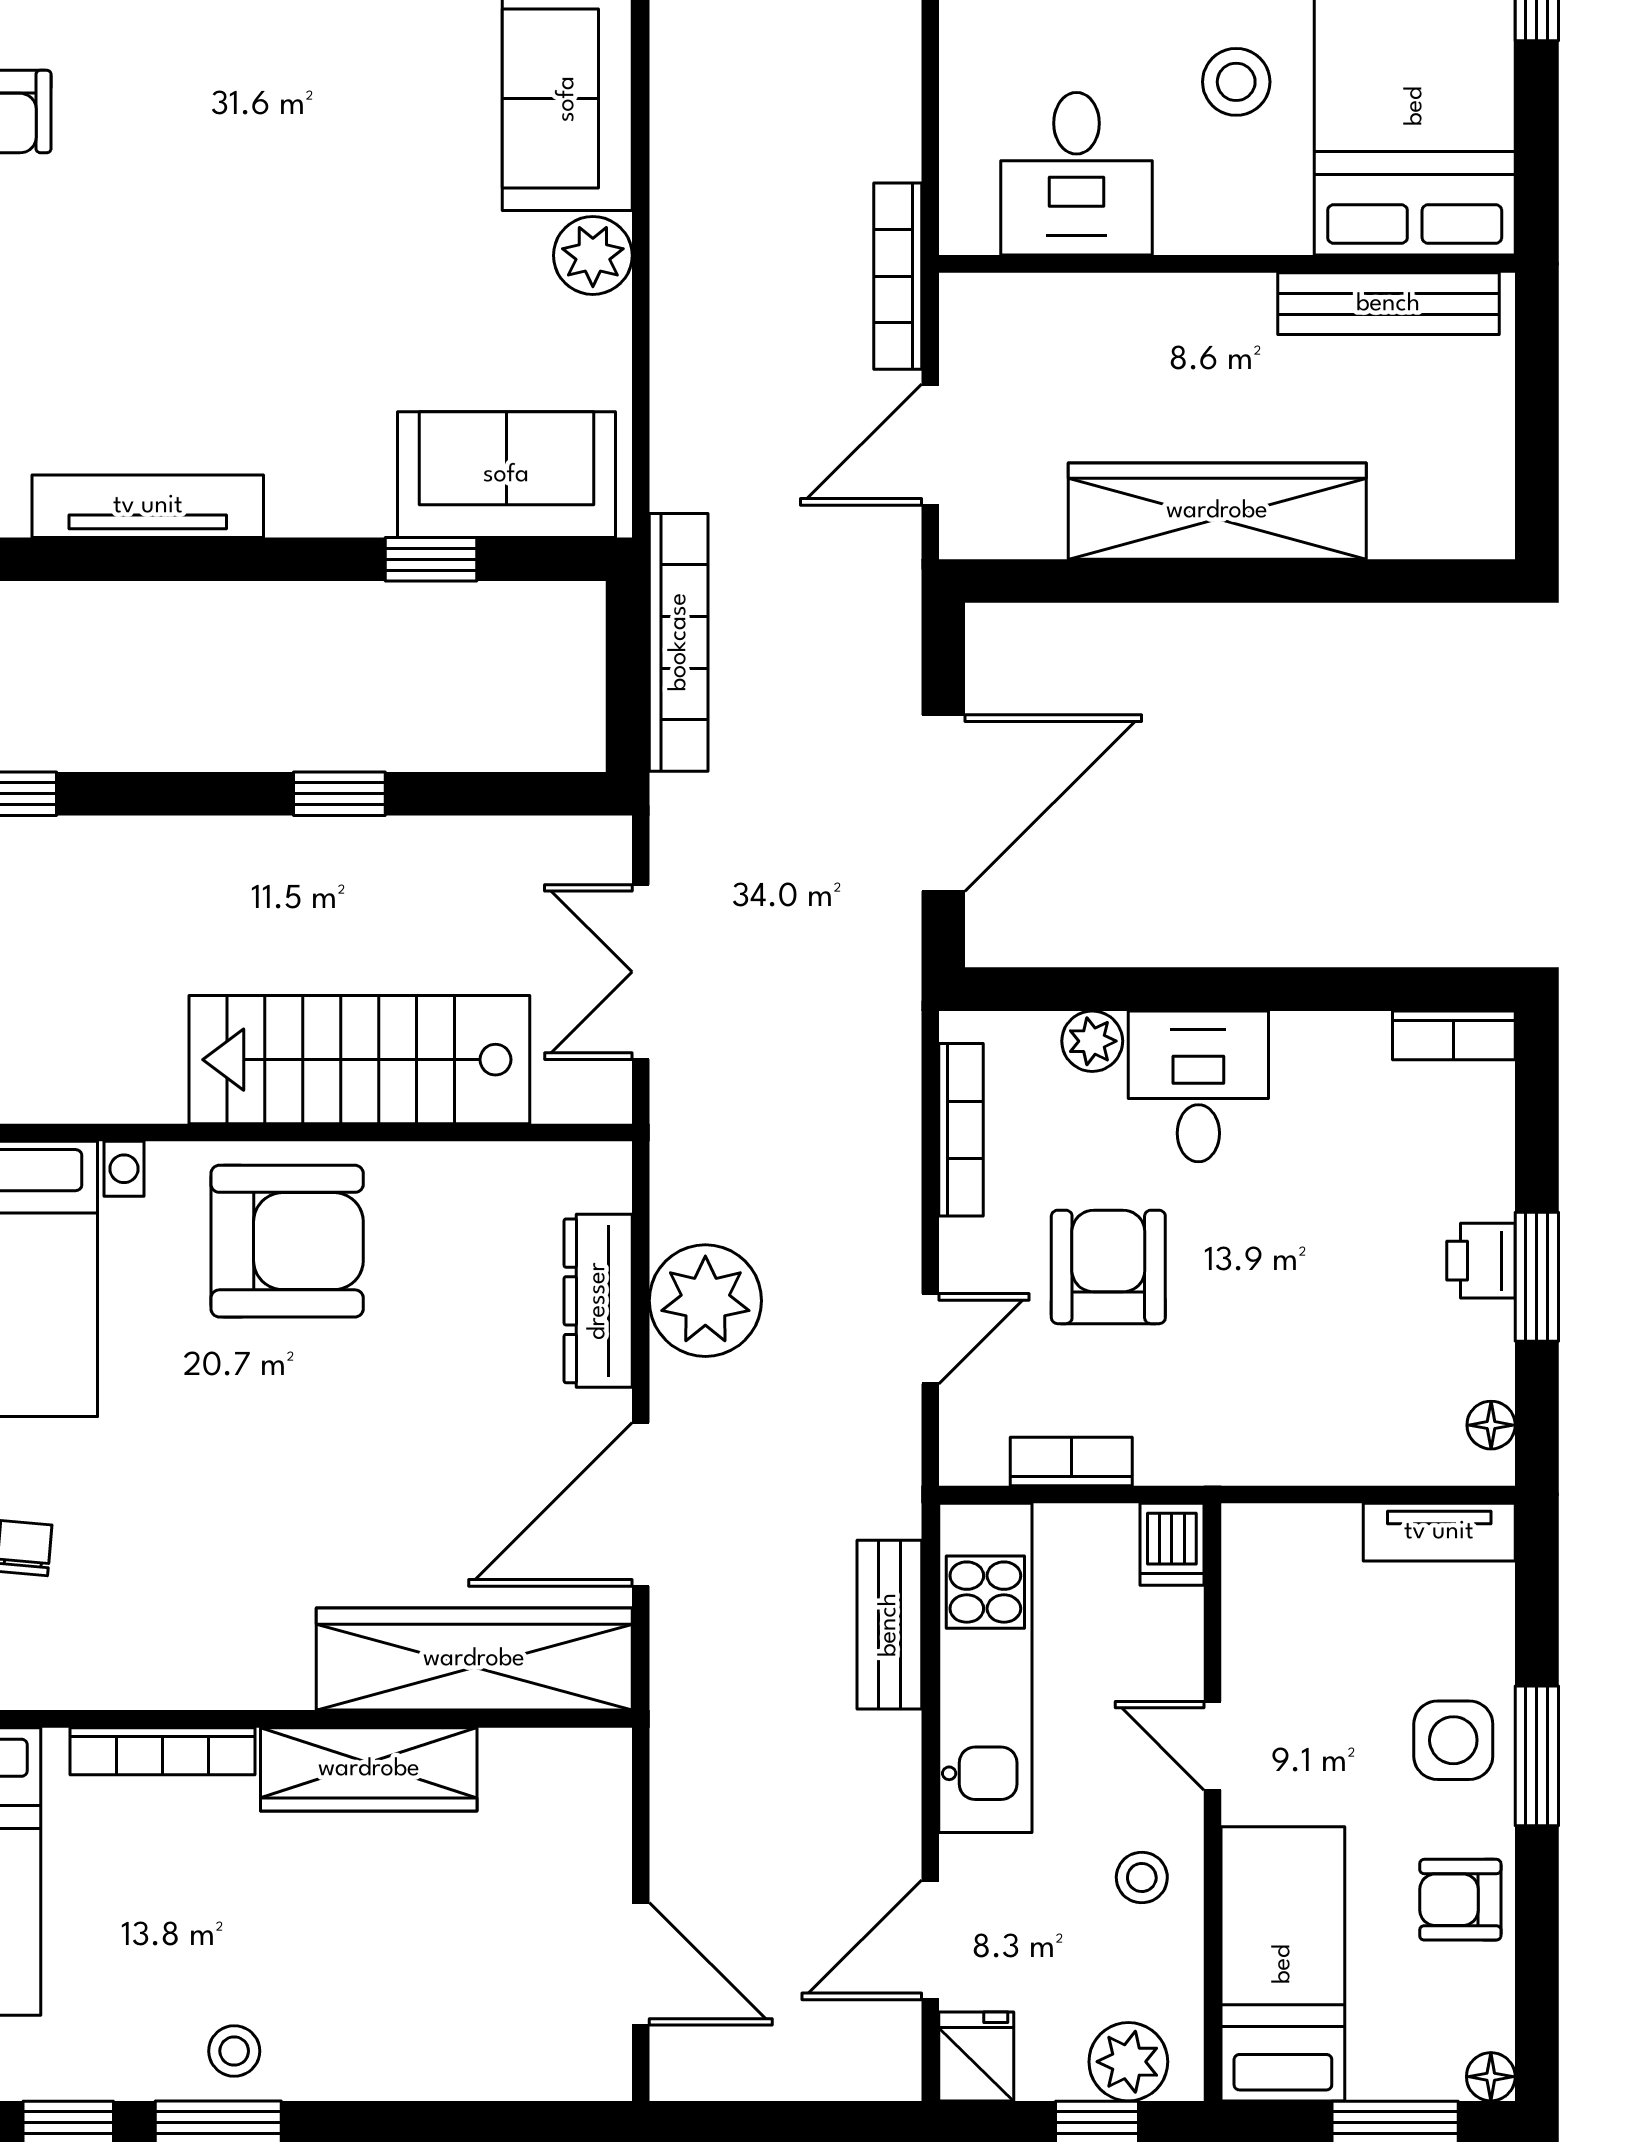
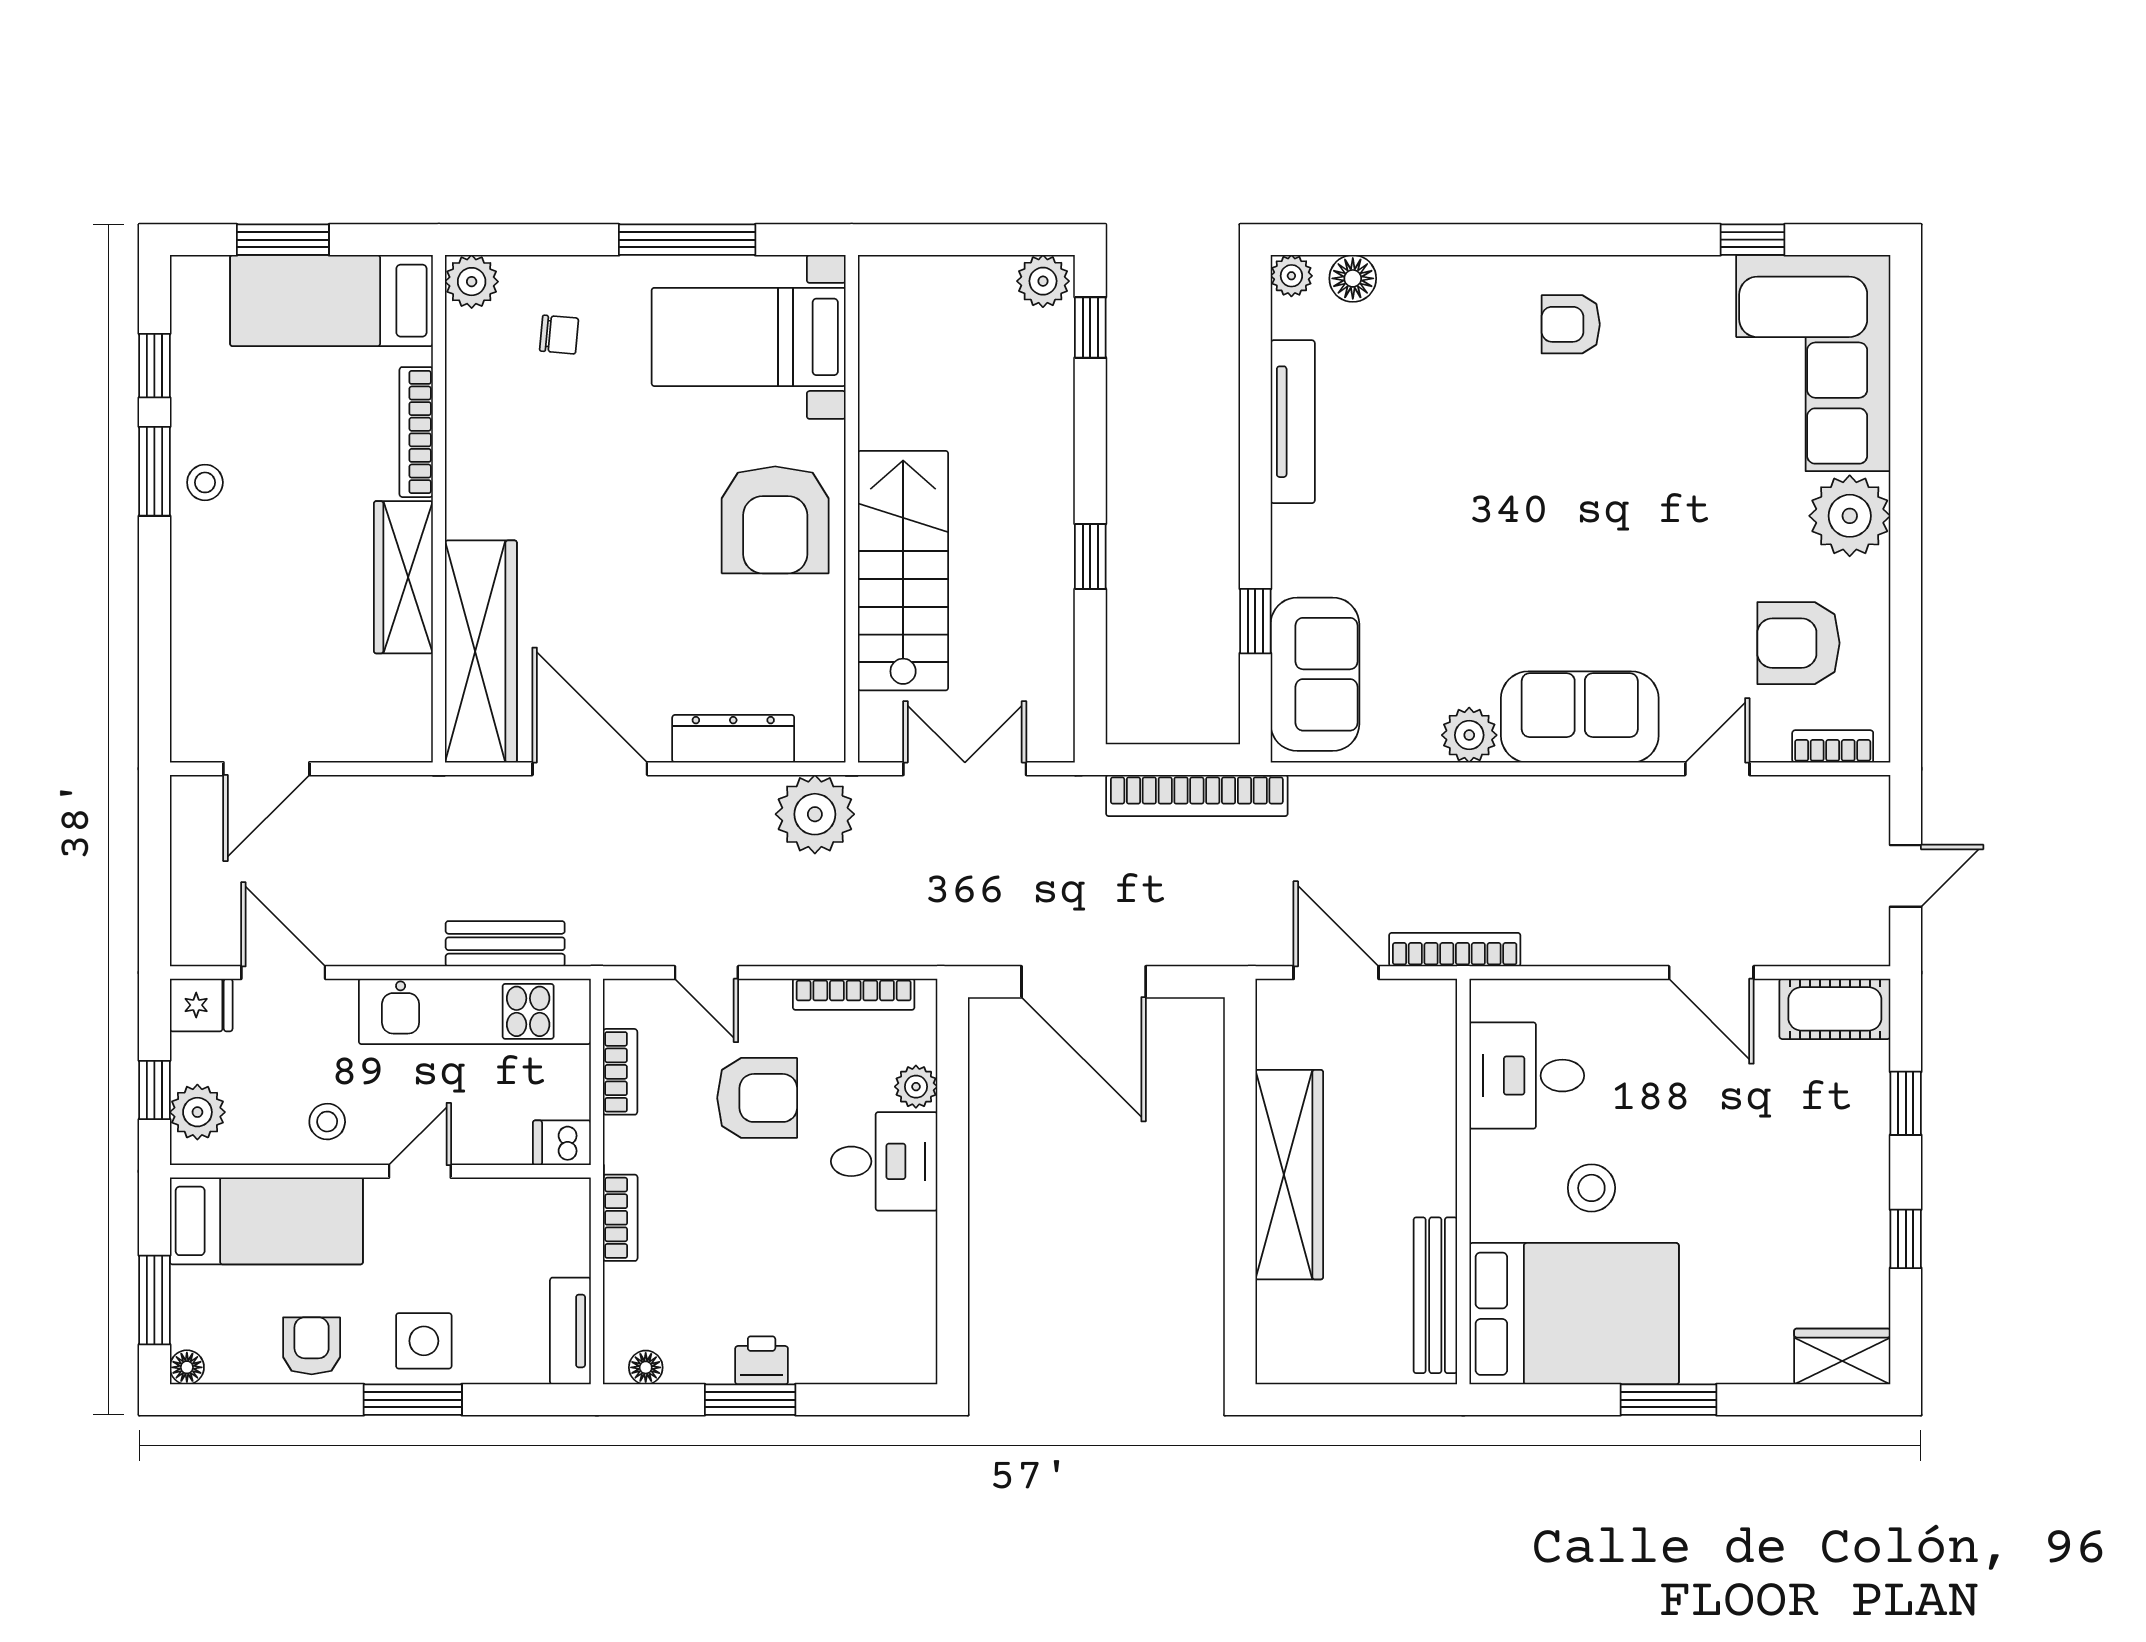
bookcase: (1454, 1035) -> (620, 1218), moved, turned 180
plant: (705, 1301) -> (815, 814), moved

